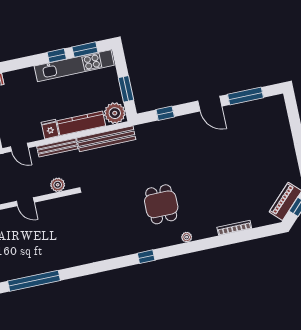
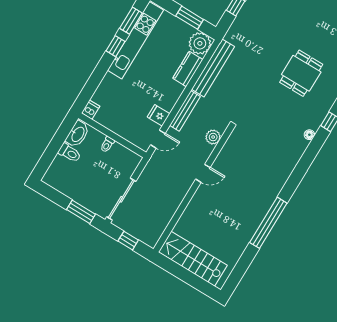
kitchen counter: (81, 123) -> (188, 69), width x0.67
fridge: (50, 129) -> (159, 115), moved
dining table: (161, 204) -> (301, 73), turned 90
floor lamp: (123, 251) -> (309, 135), added

